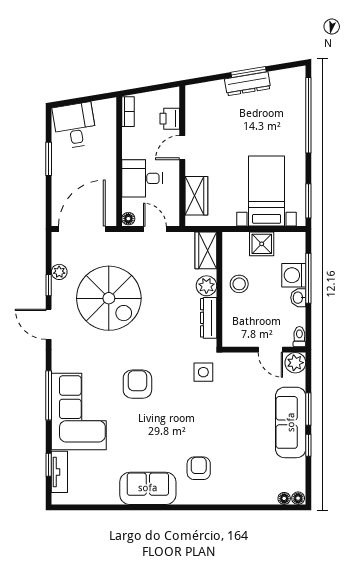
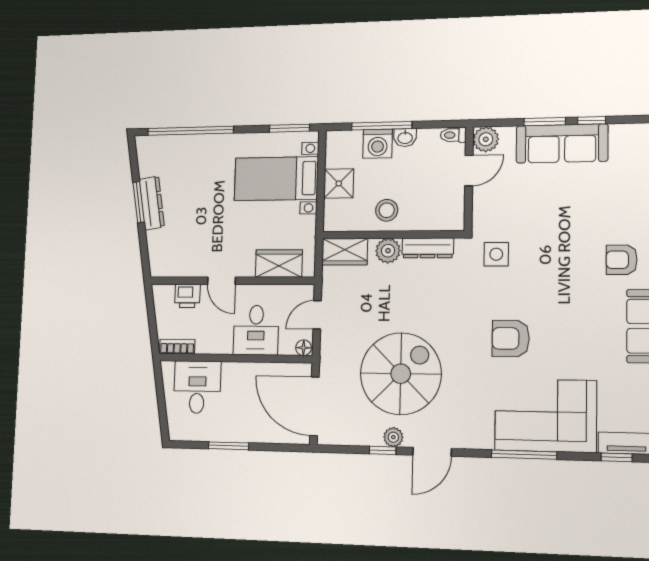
desk: (75, 126) -> (197, 387), moved, turned 100
plant: (59, 272) -> (393, 437), moved

